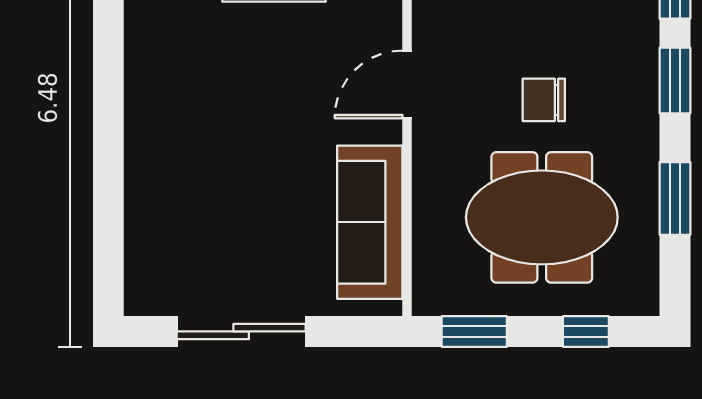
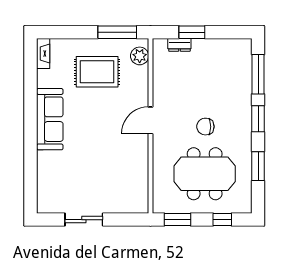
sofa: (370, 222) -> (50, 119), moved, turned 180
sliding door: (241, 331) -> (84, 220), width x0.73

